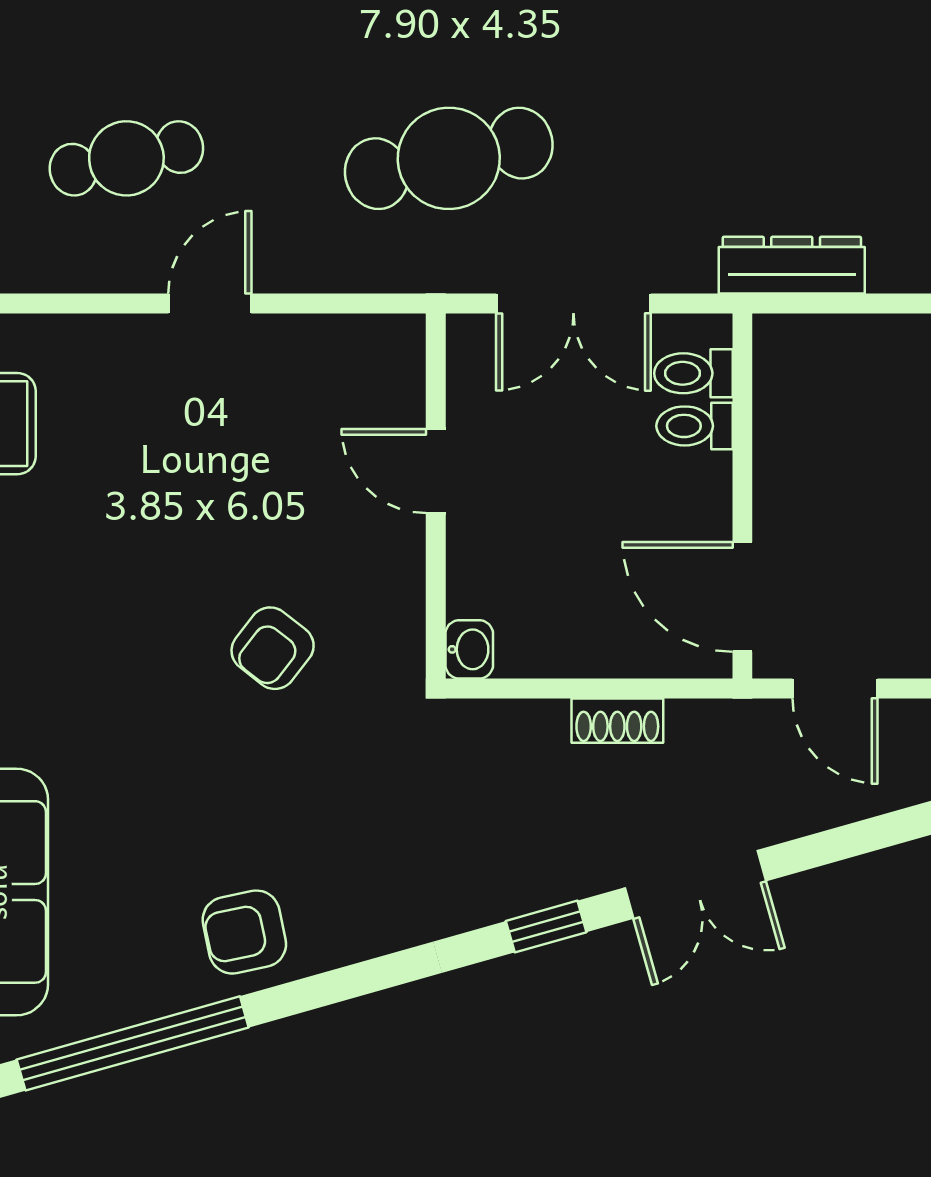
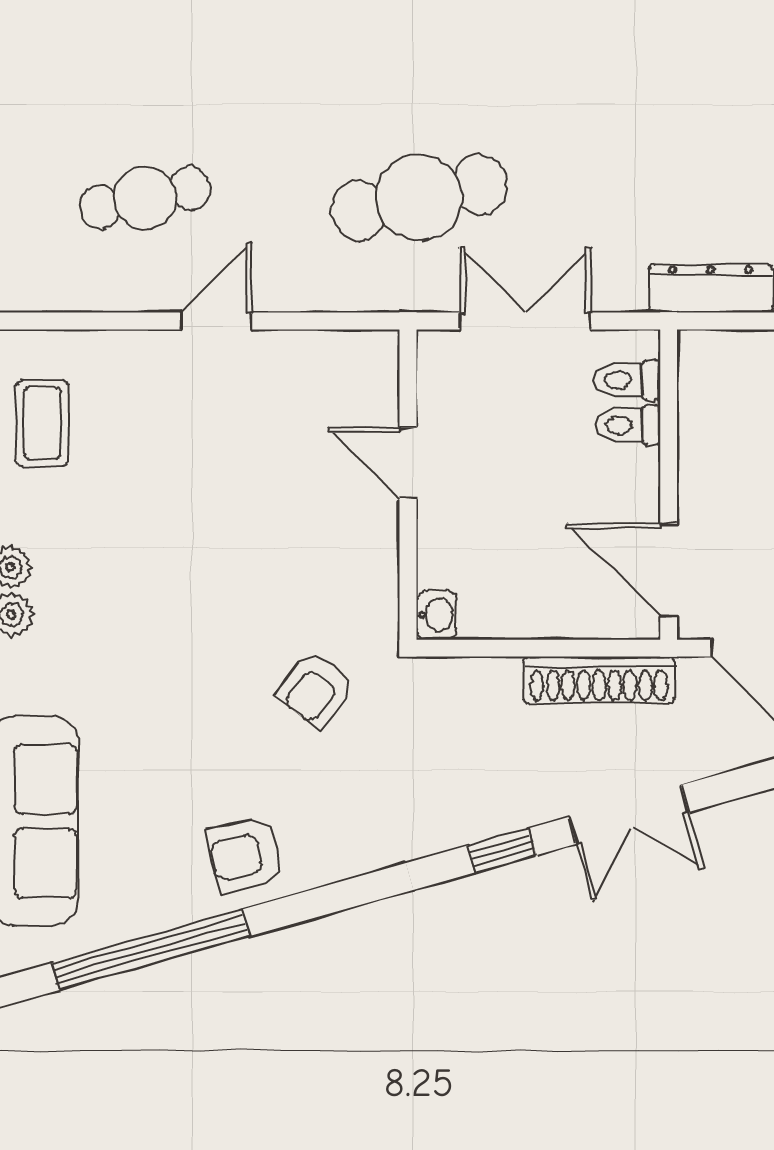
double door: (573, 304) -> (525, 321), swing flipped
armchair: (273, 648) -> (316, 689), moved
shoe rack: (617, 721) -> (599, 680), width x1.94, depth x1.24

